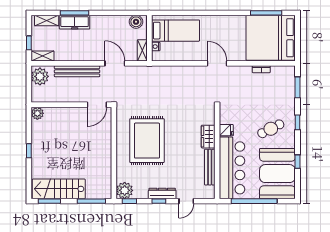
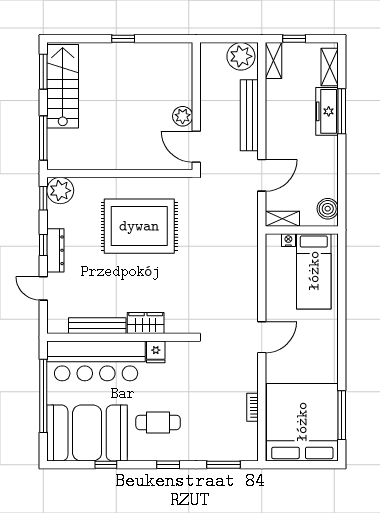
plant: (37, 113) -> (183, 116), moved
cafe table: (271, 129) -> (158, 422), turned -63

